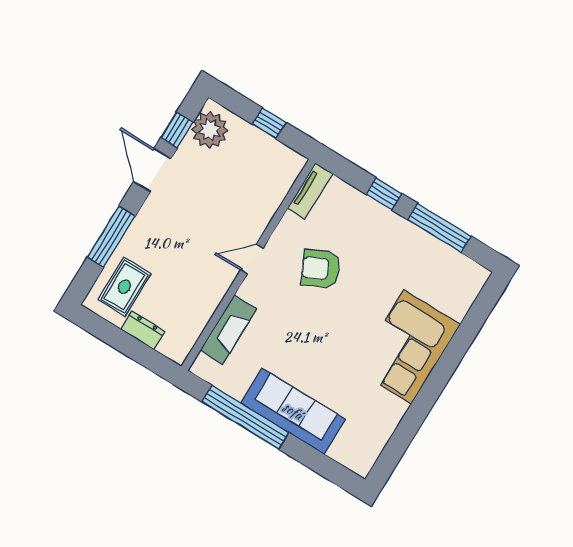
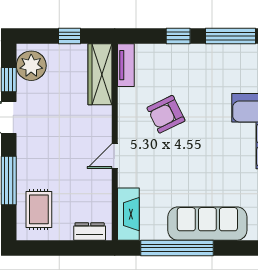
wardrobe: (277, 184) -> (100, 74), added
door: (252, 259) -> (115, 156), moved
dresser: (143, 330) -> (90, 232), moved
fireplace: (228, 330) -> (128, 214), moved

